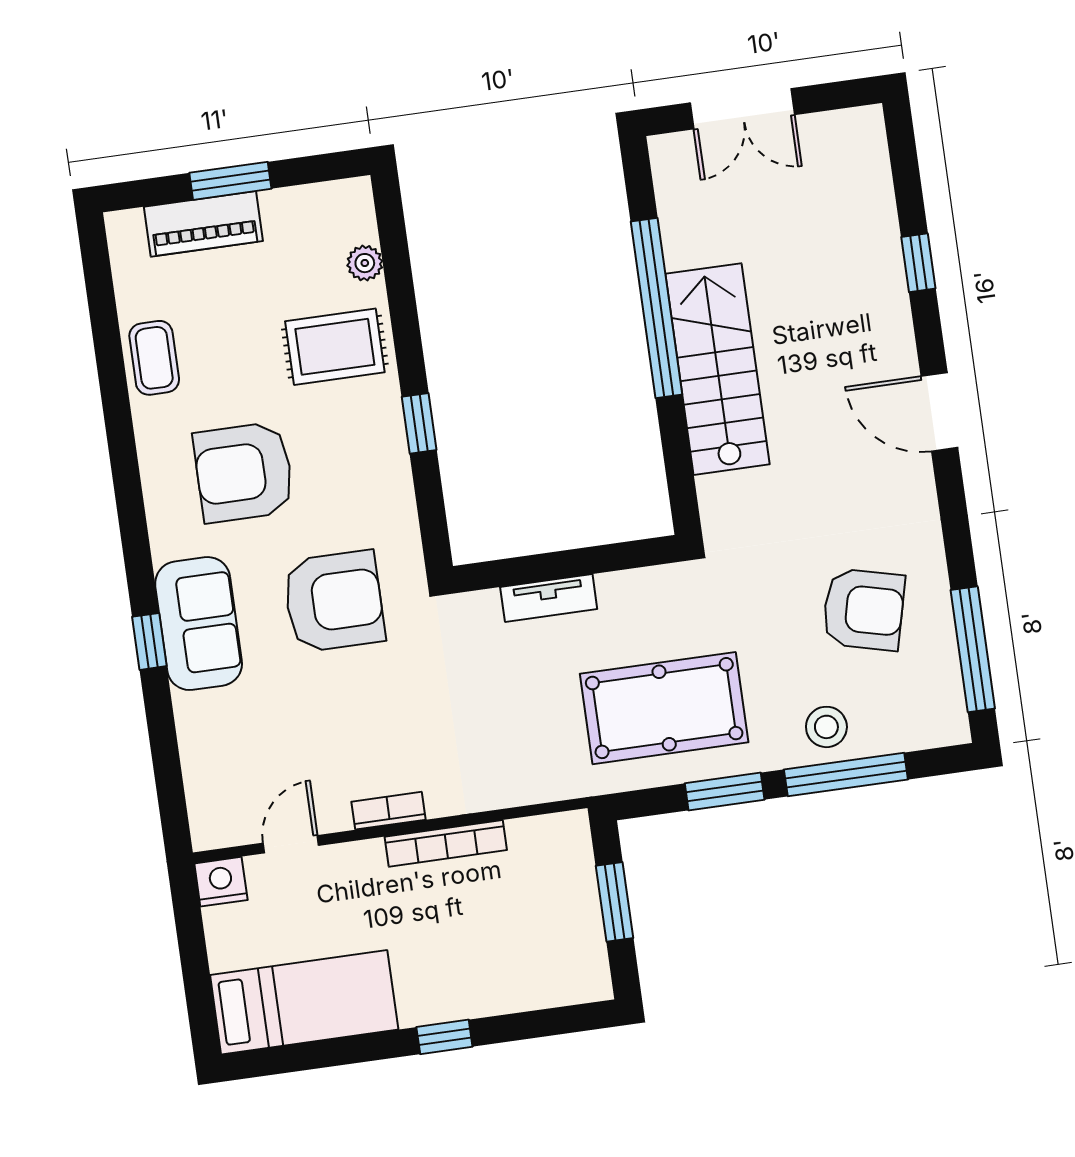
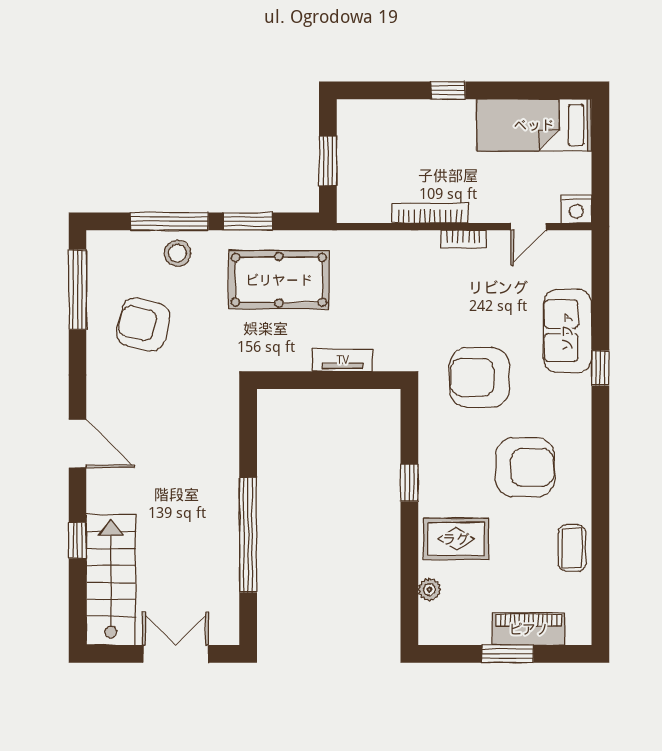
stairs: (718, 369) -> (111, 580), moved, turned 180
sofa: (199, 624) -> (567, 331), moved

